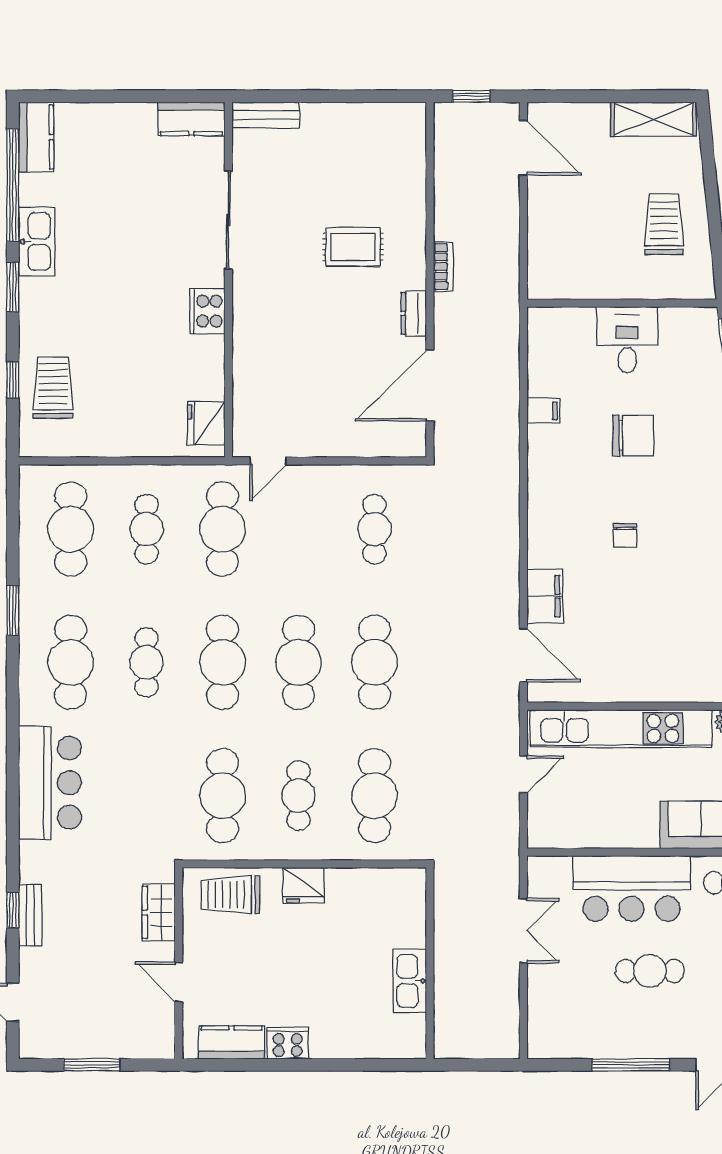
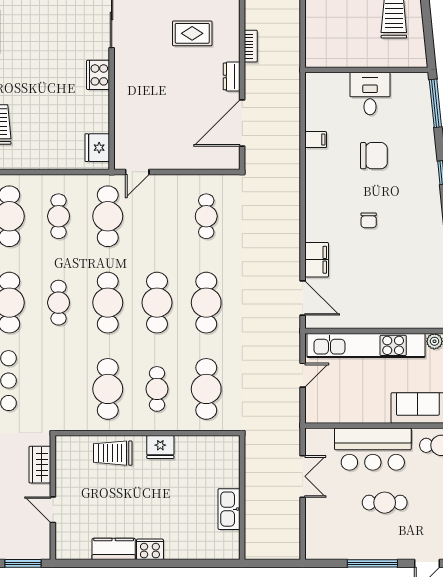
wardrobe: (159, 912) -> (40, 465), moved
wall: (179, 963) -> (53, 498), moved
door: (179, 982) -> (53, 510), moved

